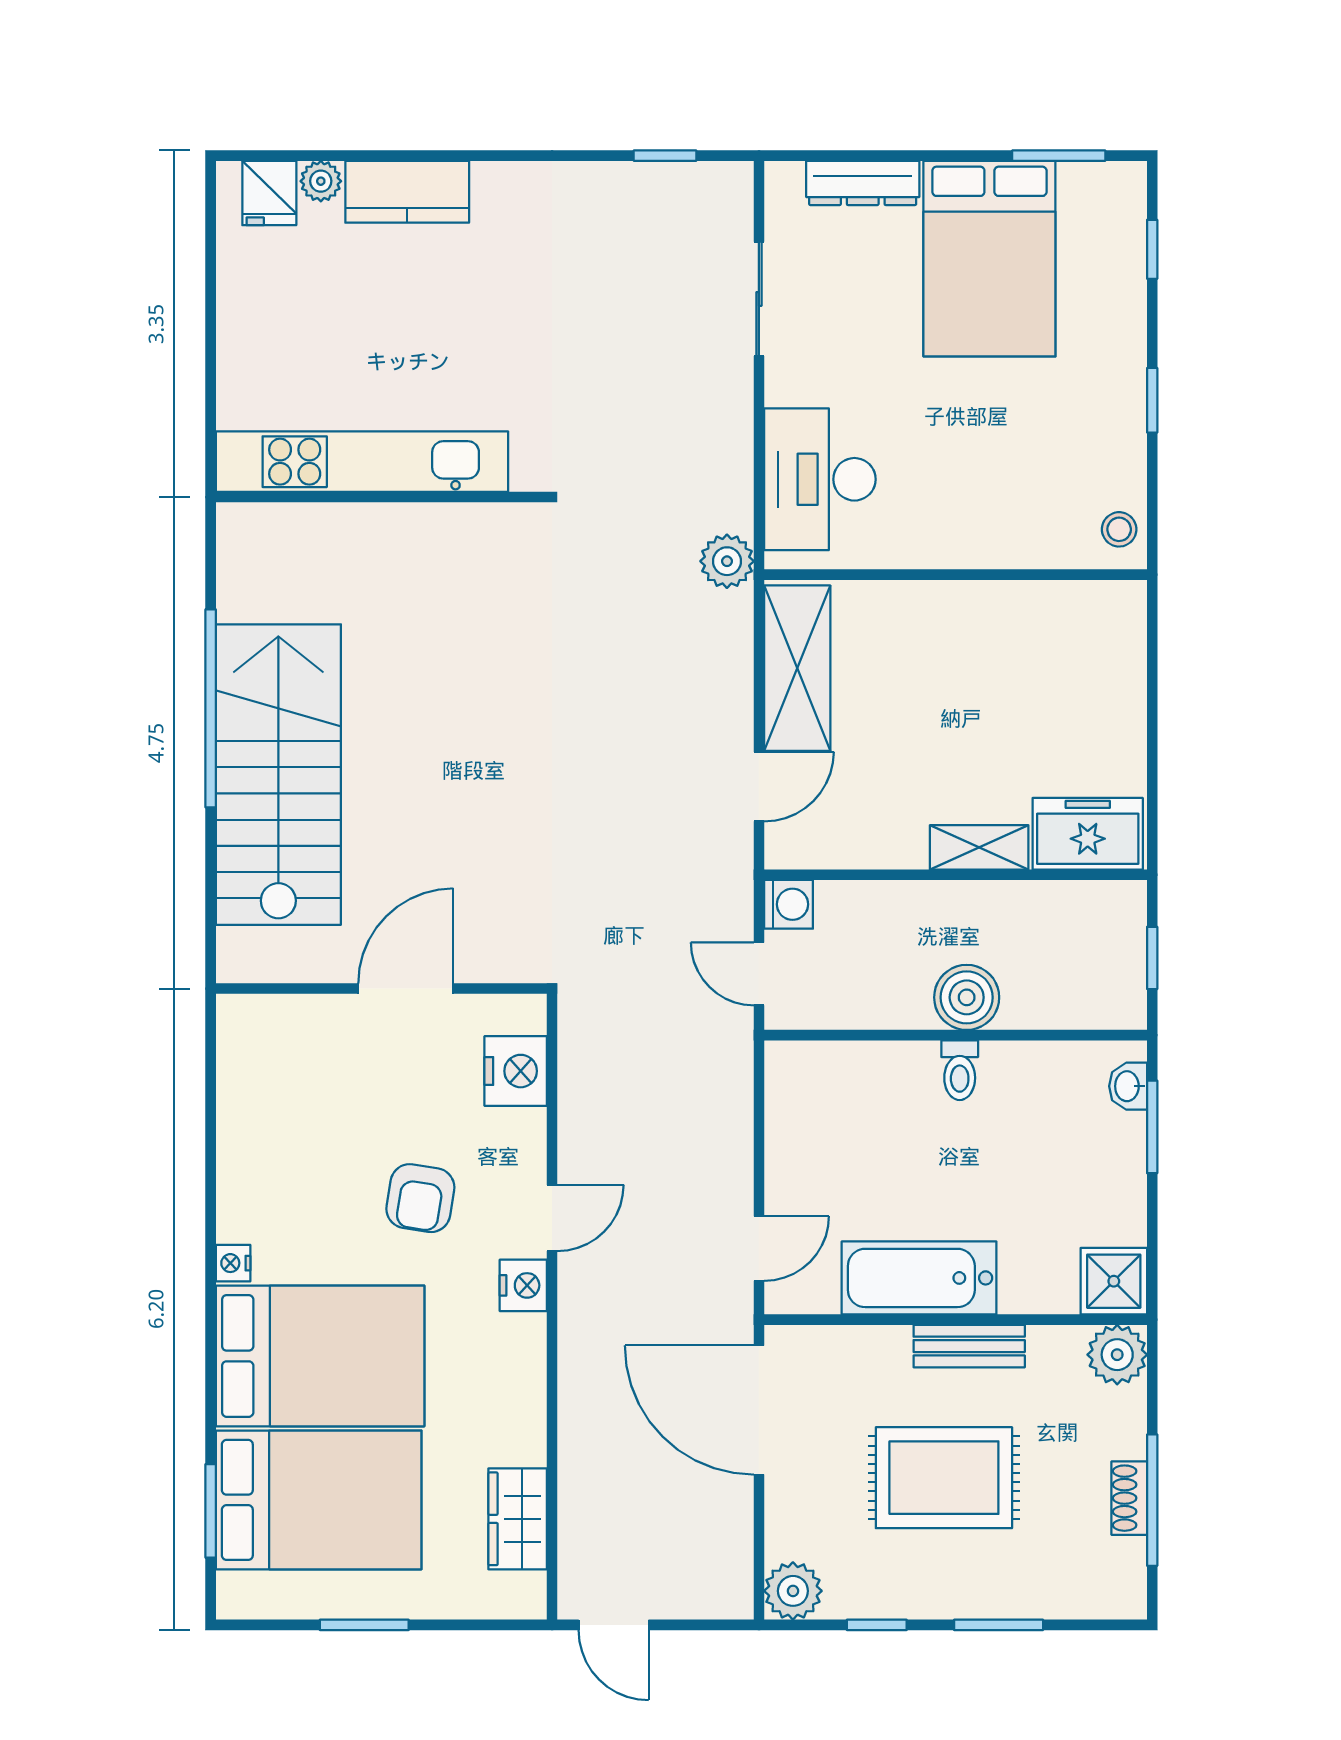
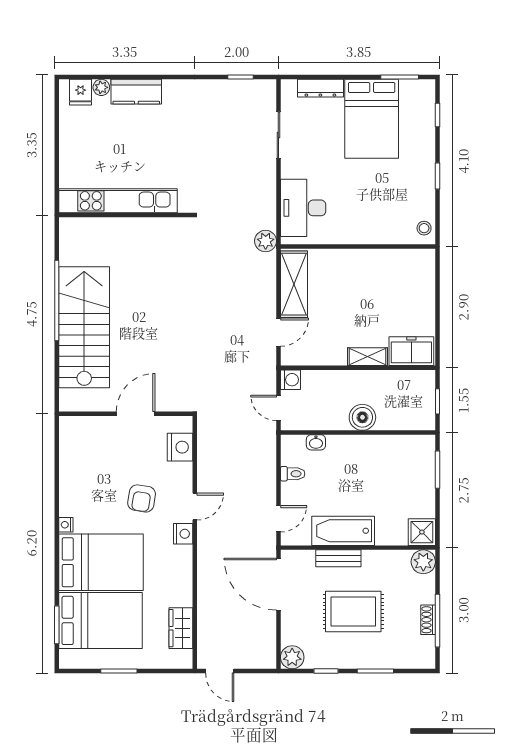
toilet: (960, 1070) -> (293, 474), moved, turned -90
washbasin: (1128, 1086) -> (316, 442), moved, turned -90
bench: (969, 1346) -> (338, 558), moved

